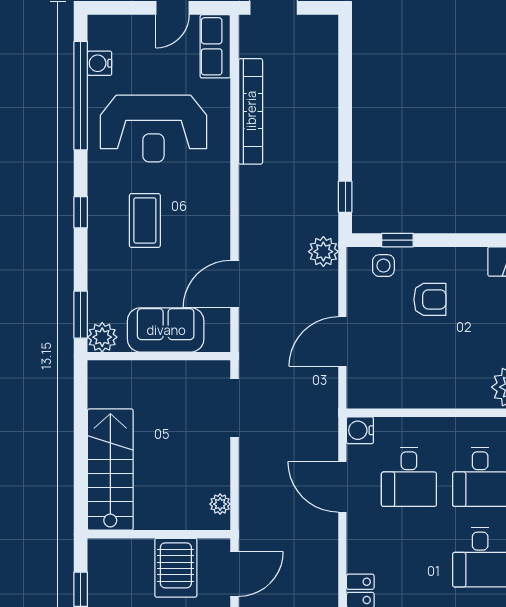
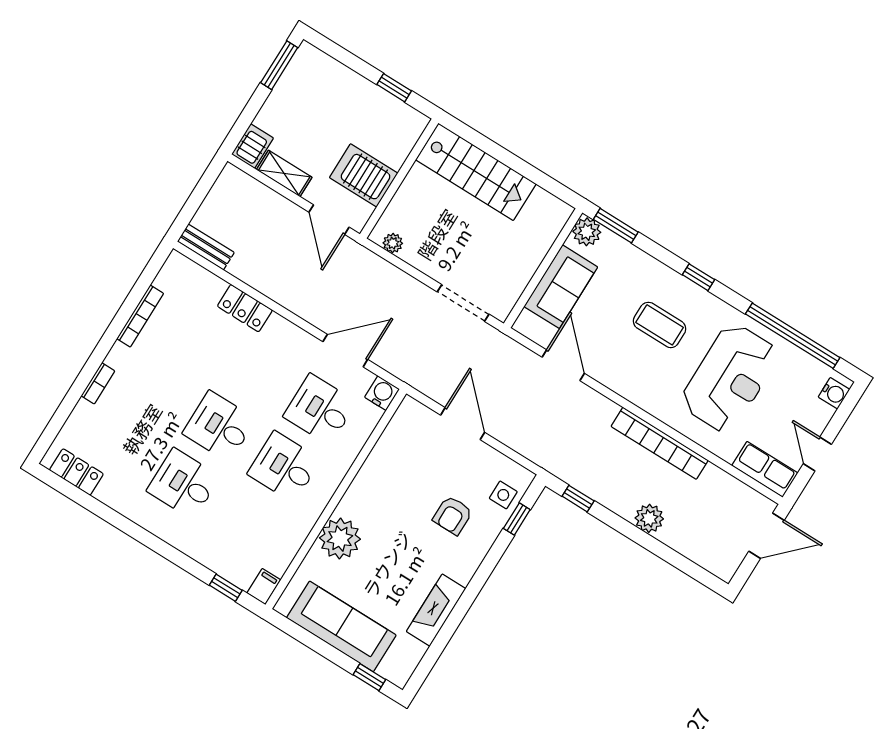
water cooler: (100, 63) -> (834, 393), moved, turned 90
bookcase: (251, 111) -> (660, 443), moved
reception desk: (153, 128) -> (730, 378), turned 180
plant: (323, 252) -> (649, 518), moved

